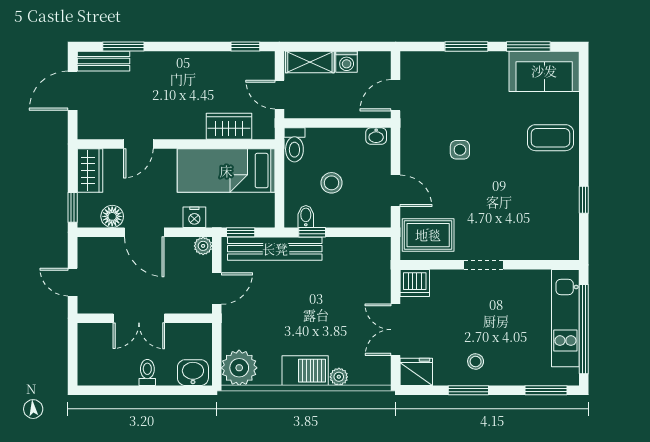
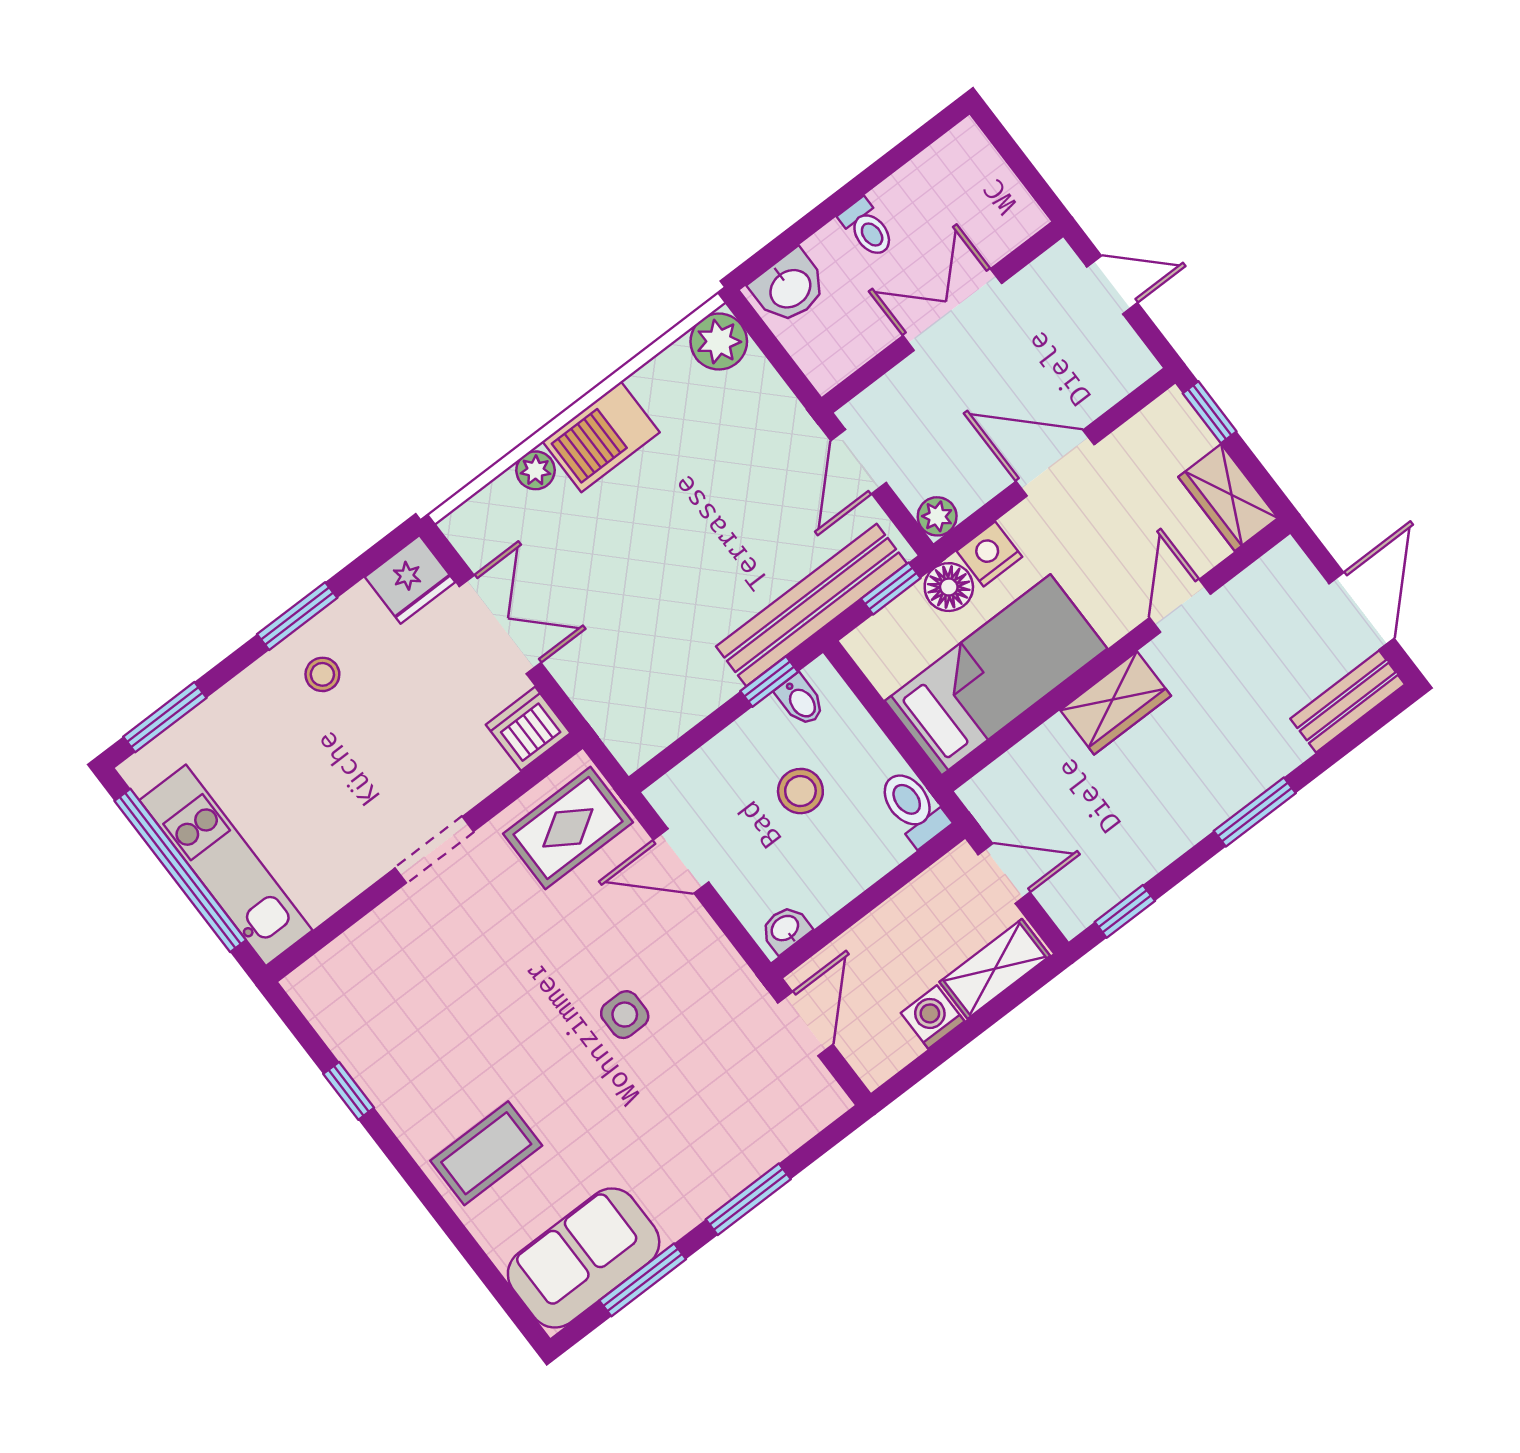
window: (123, 46) -> (1255, 812), moved
wardrobe: (229, 126) -> (1116, 703), moved
floor lamp: (112, 216) -> (949, 587), moved
plant: (239, 368) -> (719, 342), width x0.73, depth x0.73

